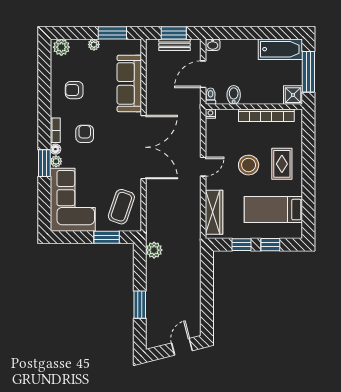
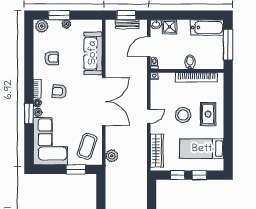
window: (112, 33) -> (59, 15), moved
armchair: (74, 90) -> (51, 58), turned 180
bidet: (234, 95) -> (190, 62), moved
shower: (293, 95) -> (169, 27), moved
armchair: (85, 134) -> (59, 91), turned -84
plant: (154, 250) -> (112, 156), moved

